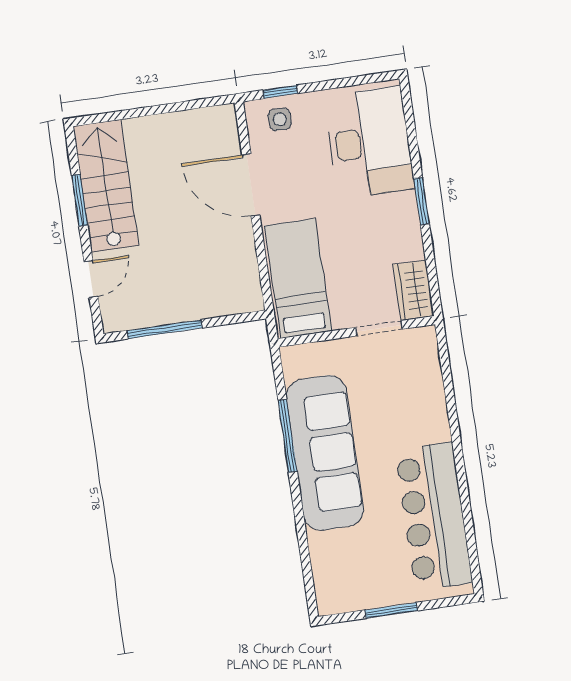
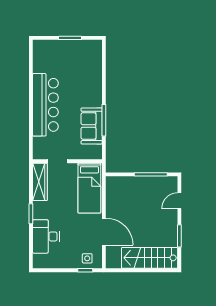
desk: (369, 142) -> (46, 236), width x0.73, depth x0.77
stairs: (106, 186) -> (150, 258), moved, turned 90
wardrobe: (414, 290) -> (40, 182), width x1.50
sofa: (325, 453) -> (92, 126), width x0.54, depth x0.79
bar counter: (434, 516) -> (45, 105), moved

